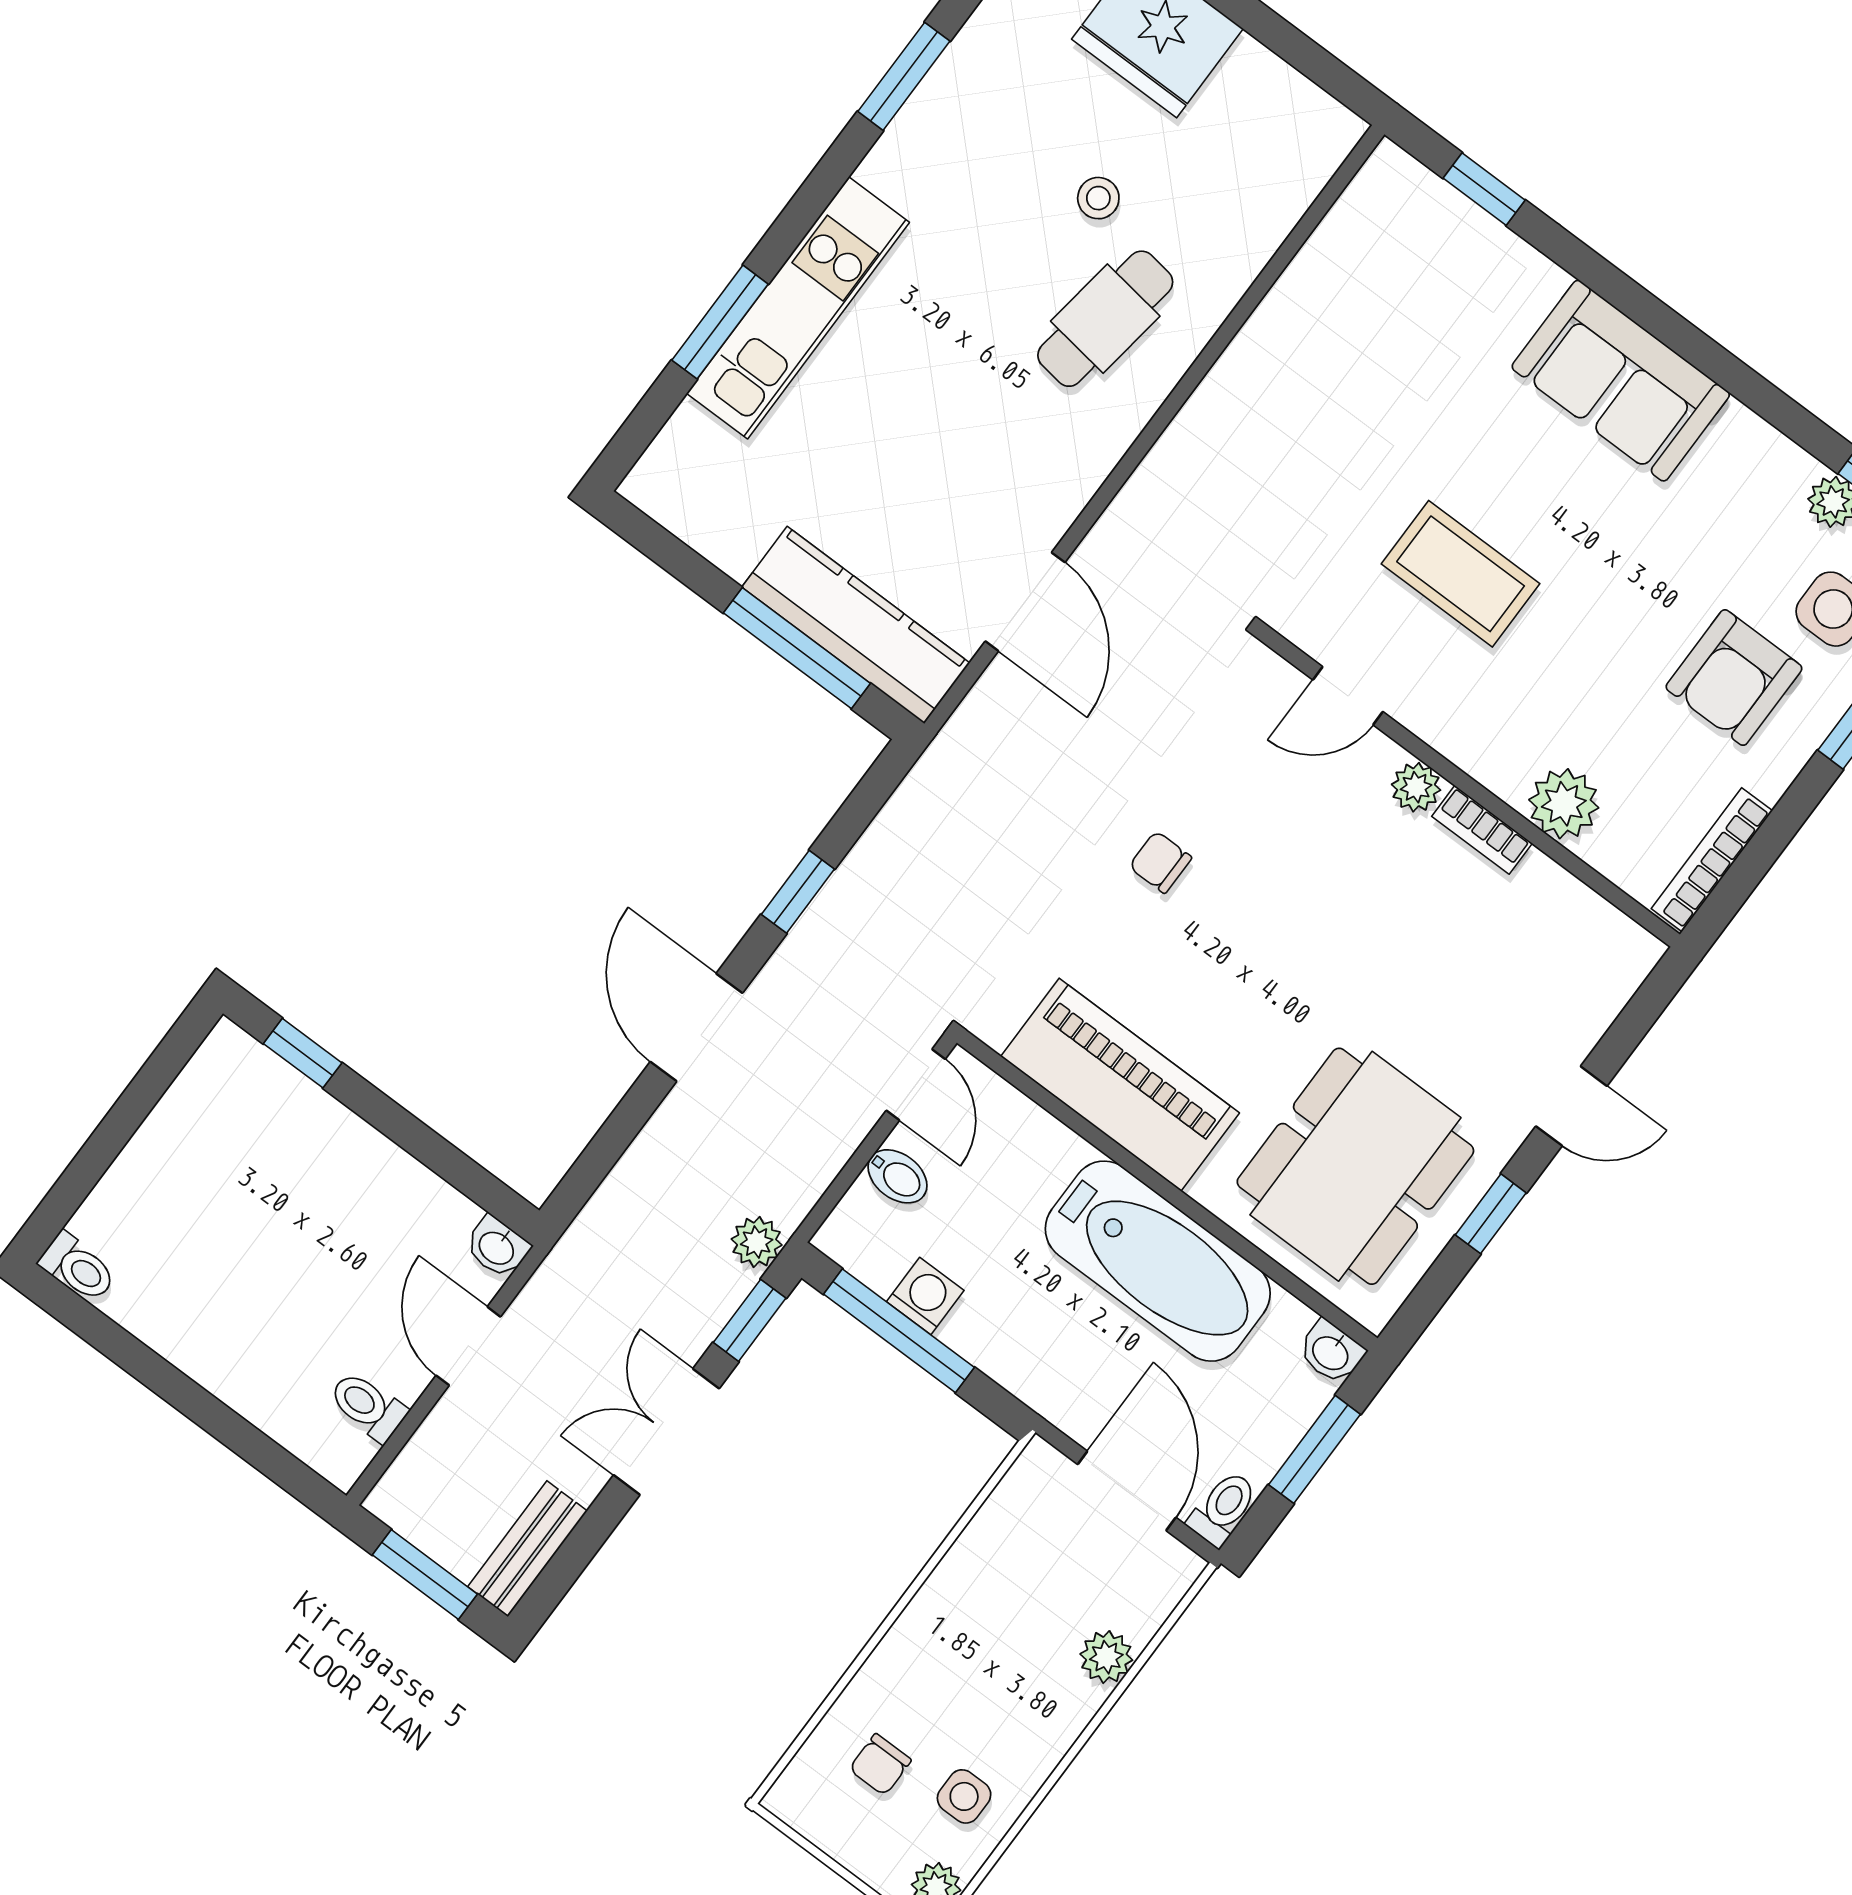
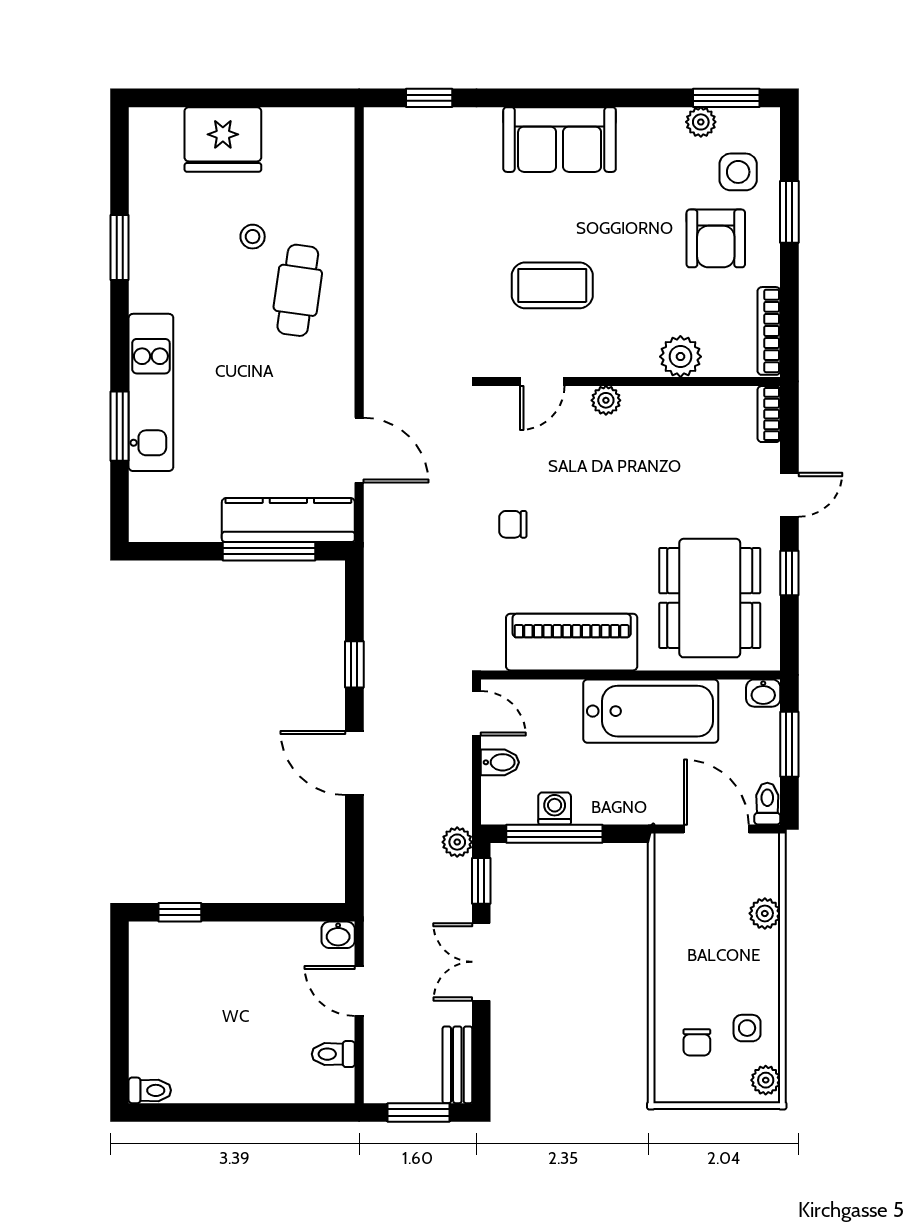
bookcase: (1482, 830) -> (769, 414), moved, turned 90

